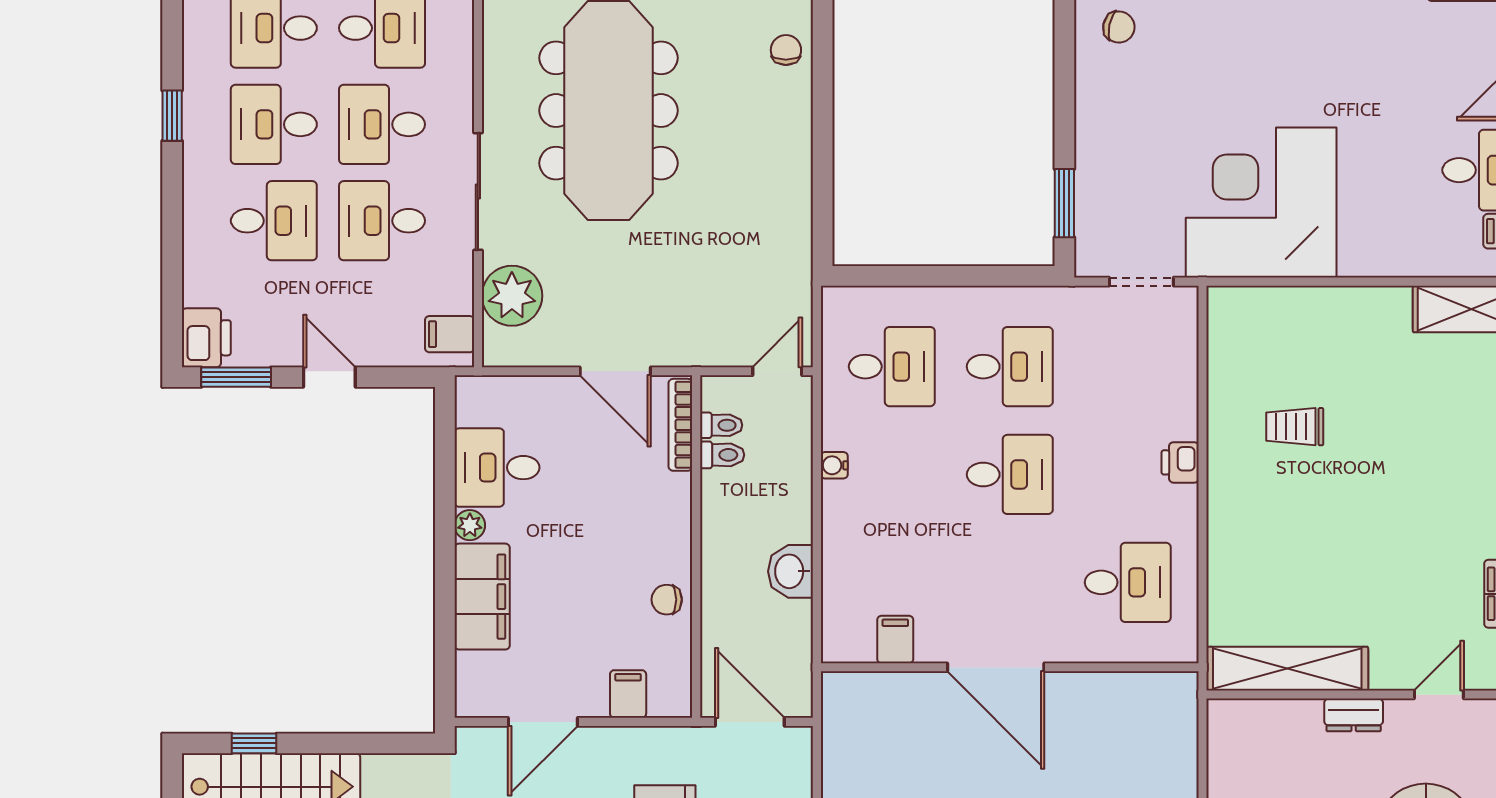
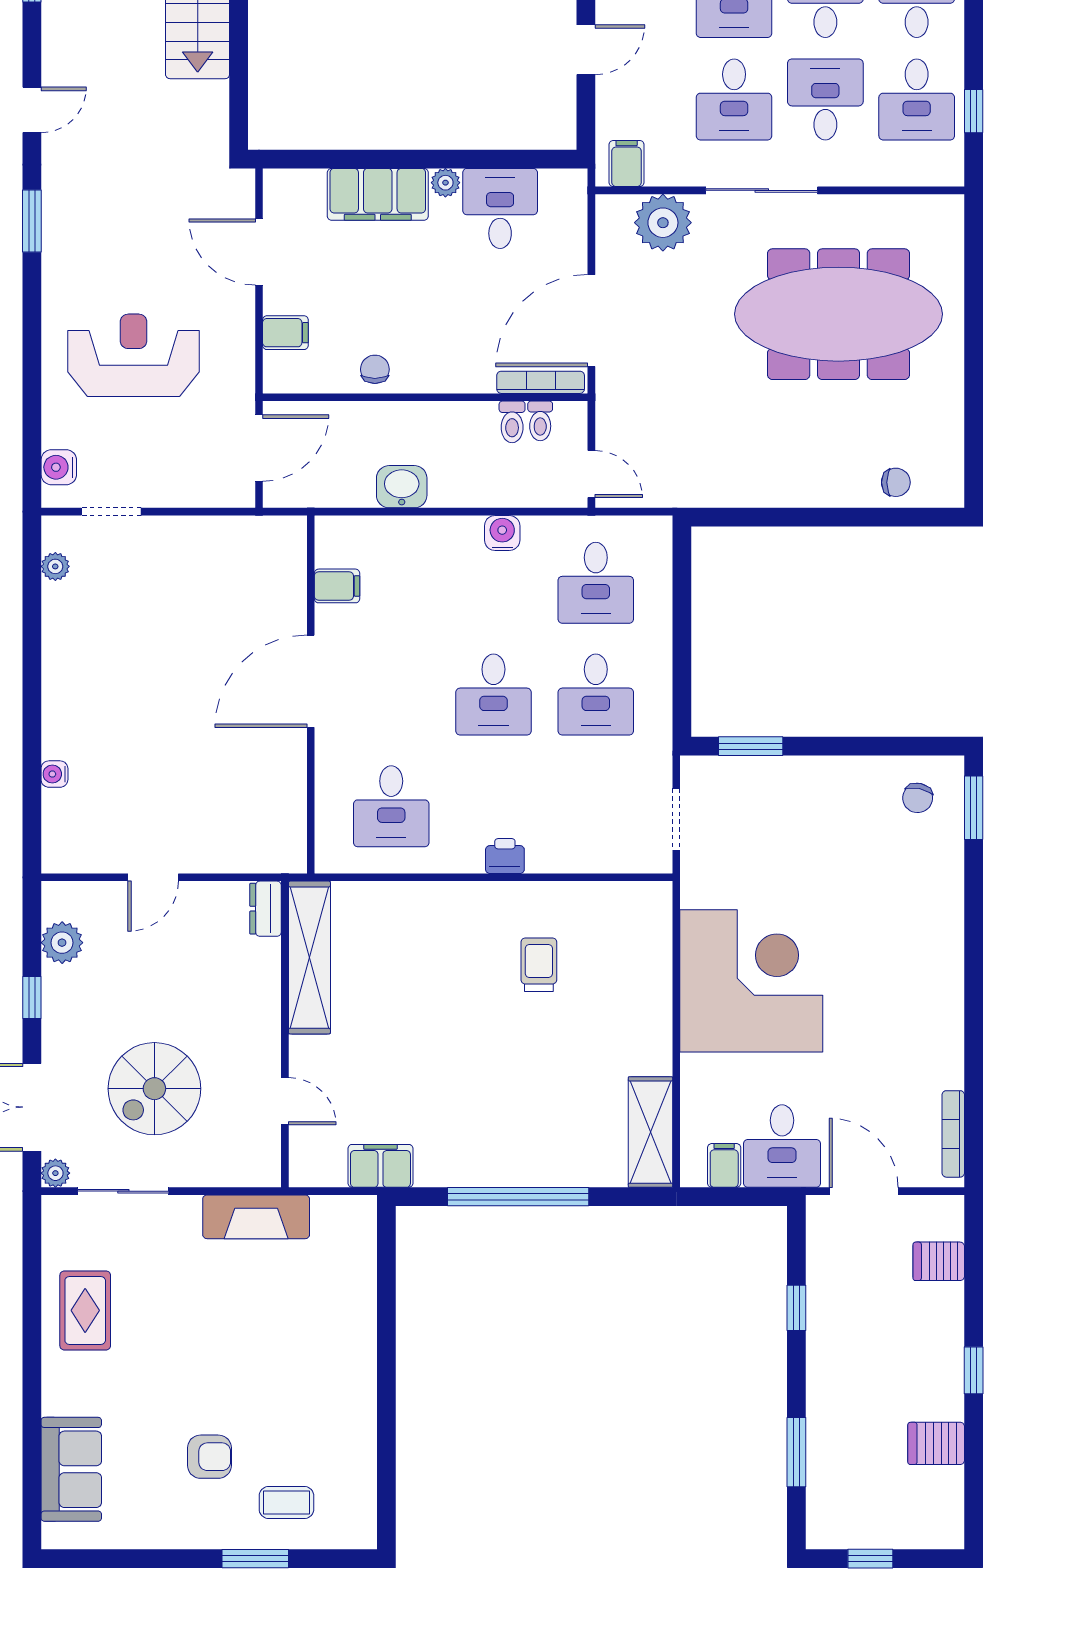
corner desk: (1261, 203) -> (751, 981), moved
desk: (382, 221) -> (734, 100), turned 180
door: (615, 371) -> (591, 321), width x1.36
water cooler: (834, 465) -> (502, 533), width x1.38, depth x1.38
dresser: (1354, 715) -> (266, 909), moved

